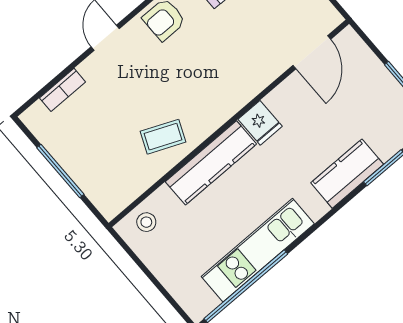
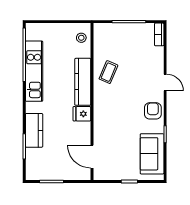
bookcase: (63, 90) -> (159, 34), moved

